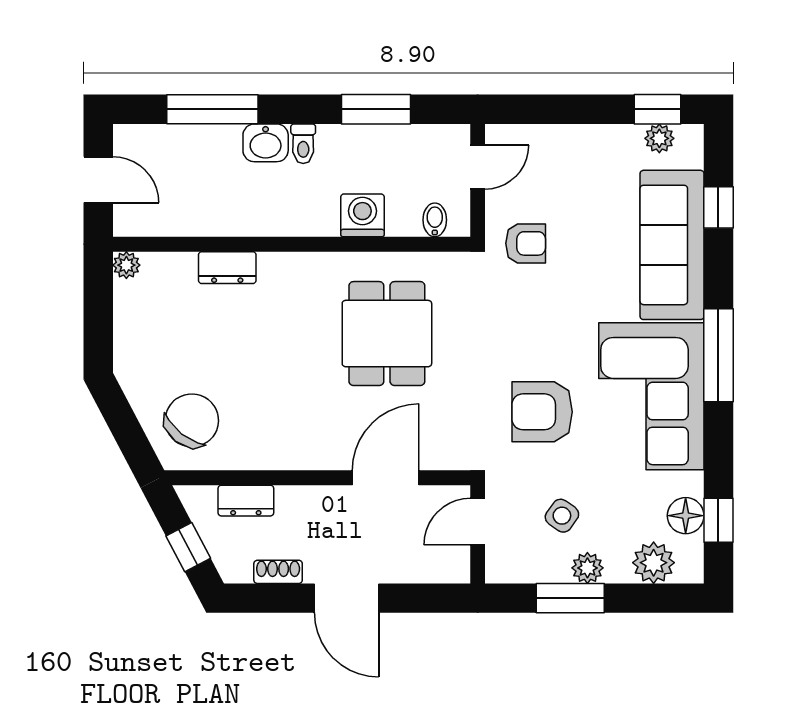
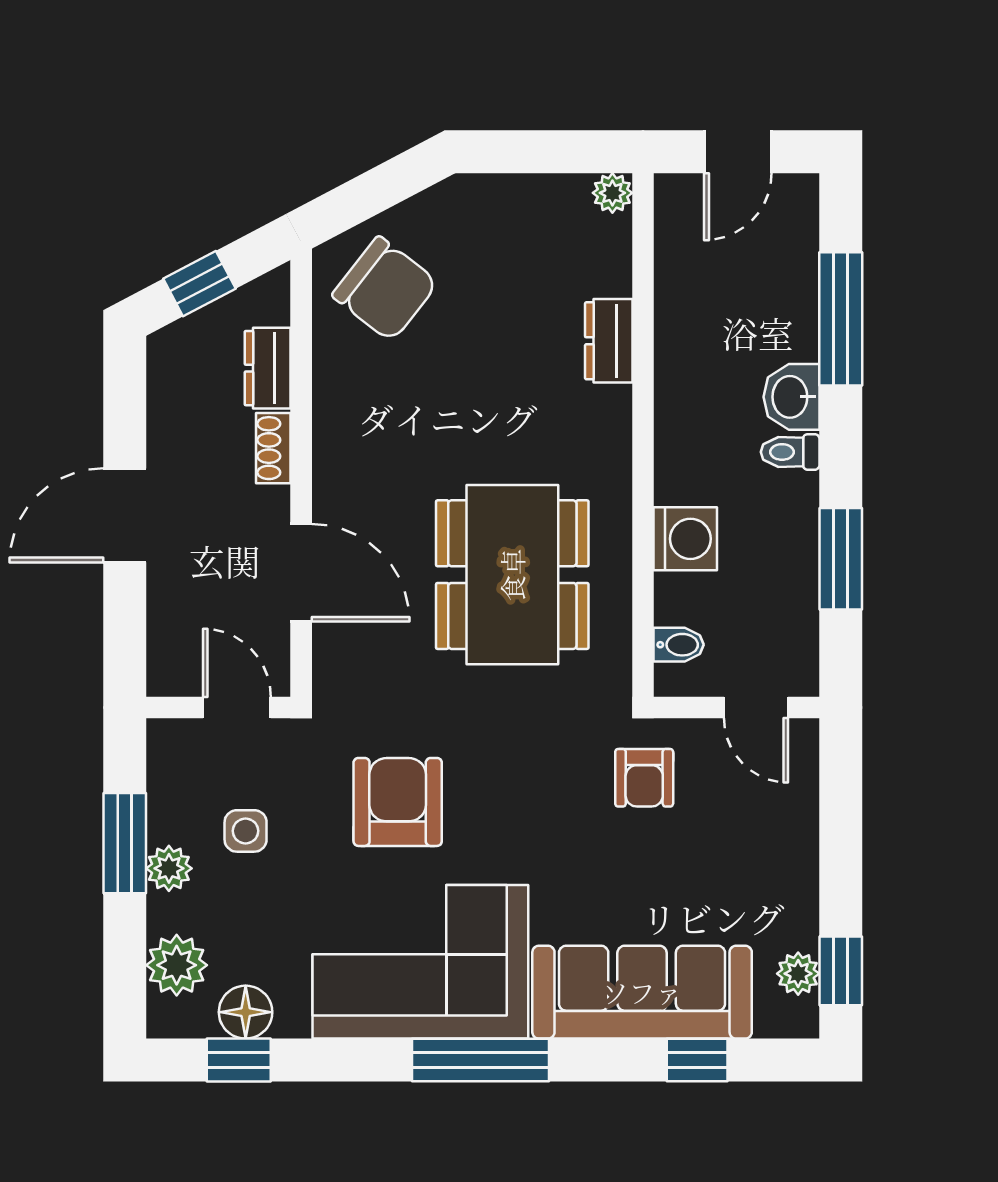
dining table: (387, 334) -> (512, 575), width x1.38
side table: (562, 516) -> (246, 831), turned -35
shoe rack: (278, 572) -> (273, 448), moved, turned 180

